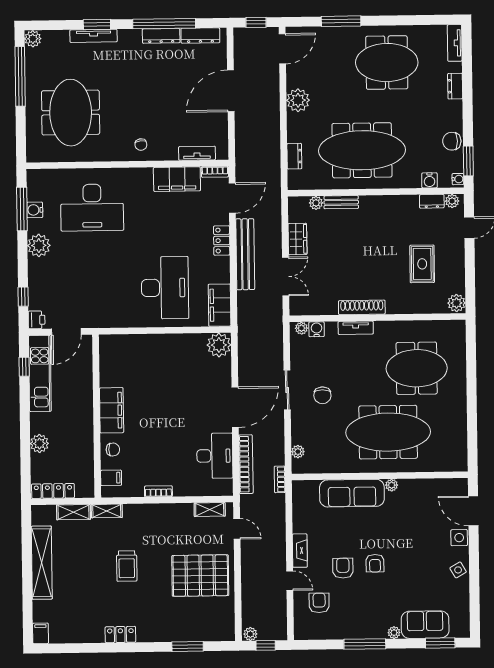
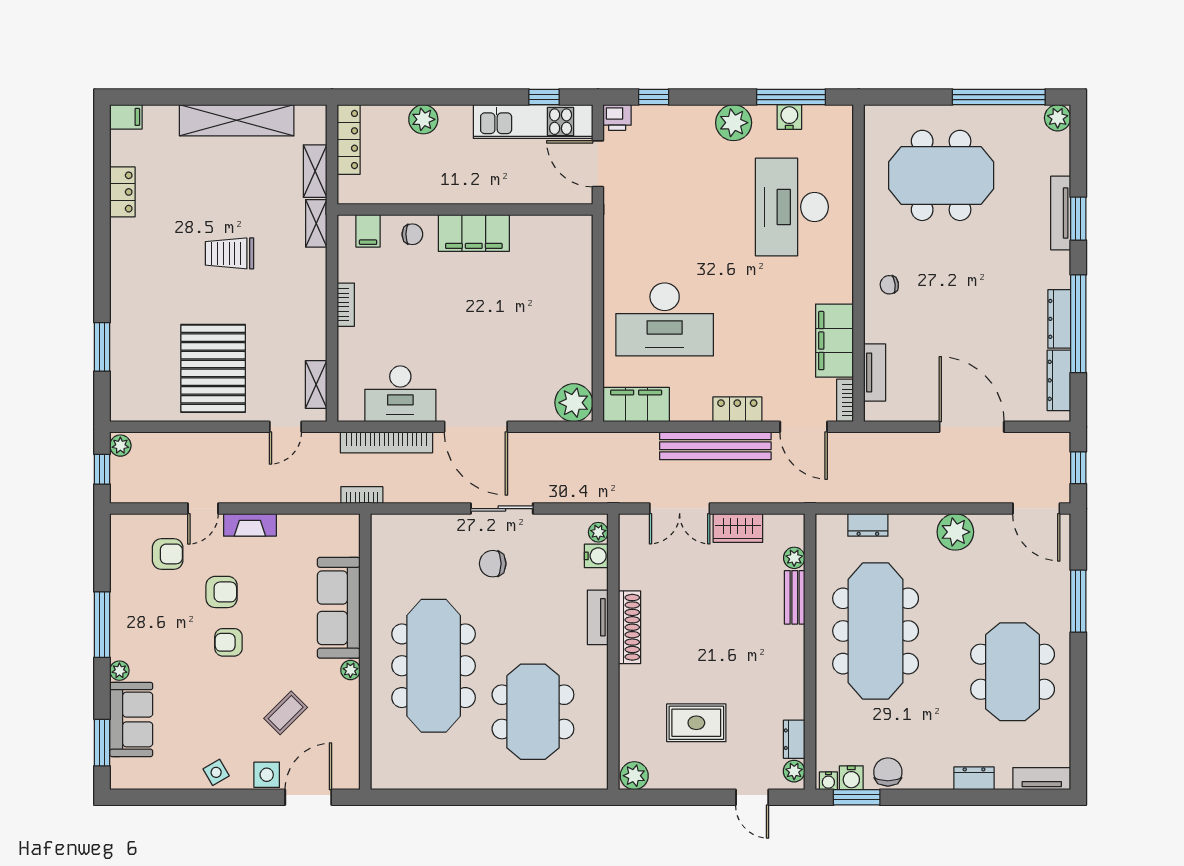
water cooler: (429, 180) -> (851, 778), moved, turned -90
chair: (113, 449) -> (412, 234), turned -90
plant: (298, 452) -> (405, 524), removed
coffee table: (420, 526) -> (286, 713), added
locker: (120, 635) -> (122, 192), moved

